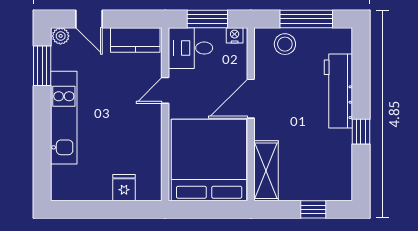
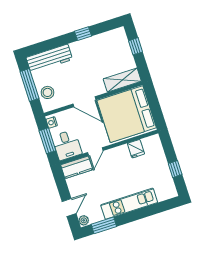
kitchen counter: (135, 40) -> (77, 167), moved, turned 90
door: (165, 90) -> (95, 152), hinge flipped
workbench: (338, 91) -> (49, 59), moved
fridge: (124, 188) -> (136, 149), moved, turned -90
window: (96, 209) -> (175, 169), added

